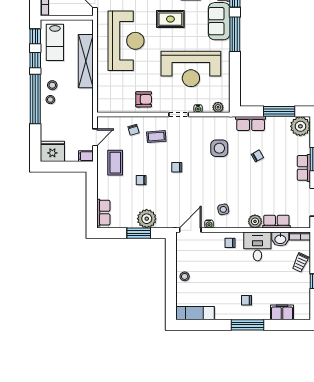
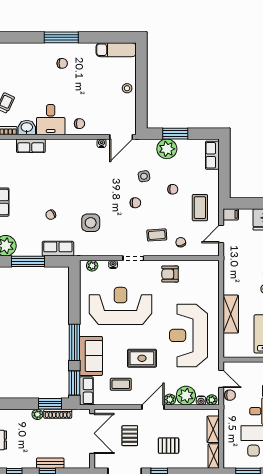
shelving: (86, 61) -> (231, 314), width x0.68
side table: (223, 209) -> (144, 176), moved
plant: (255, 221) -> (53, 146), removed
filing cabinet: (282, 312) -> (25, 51), removed

